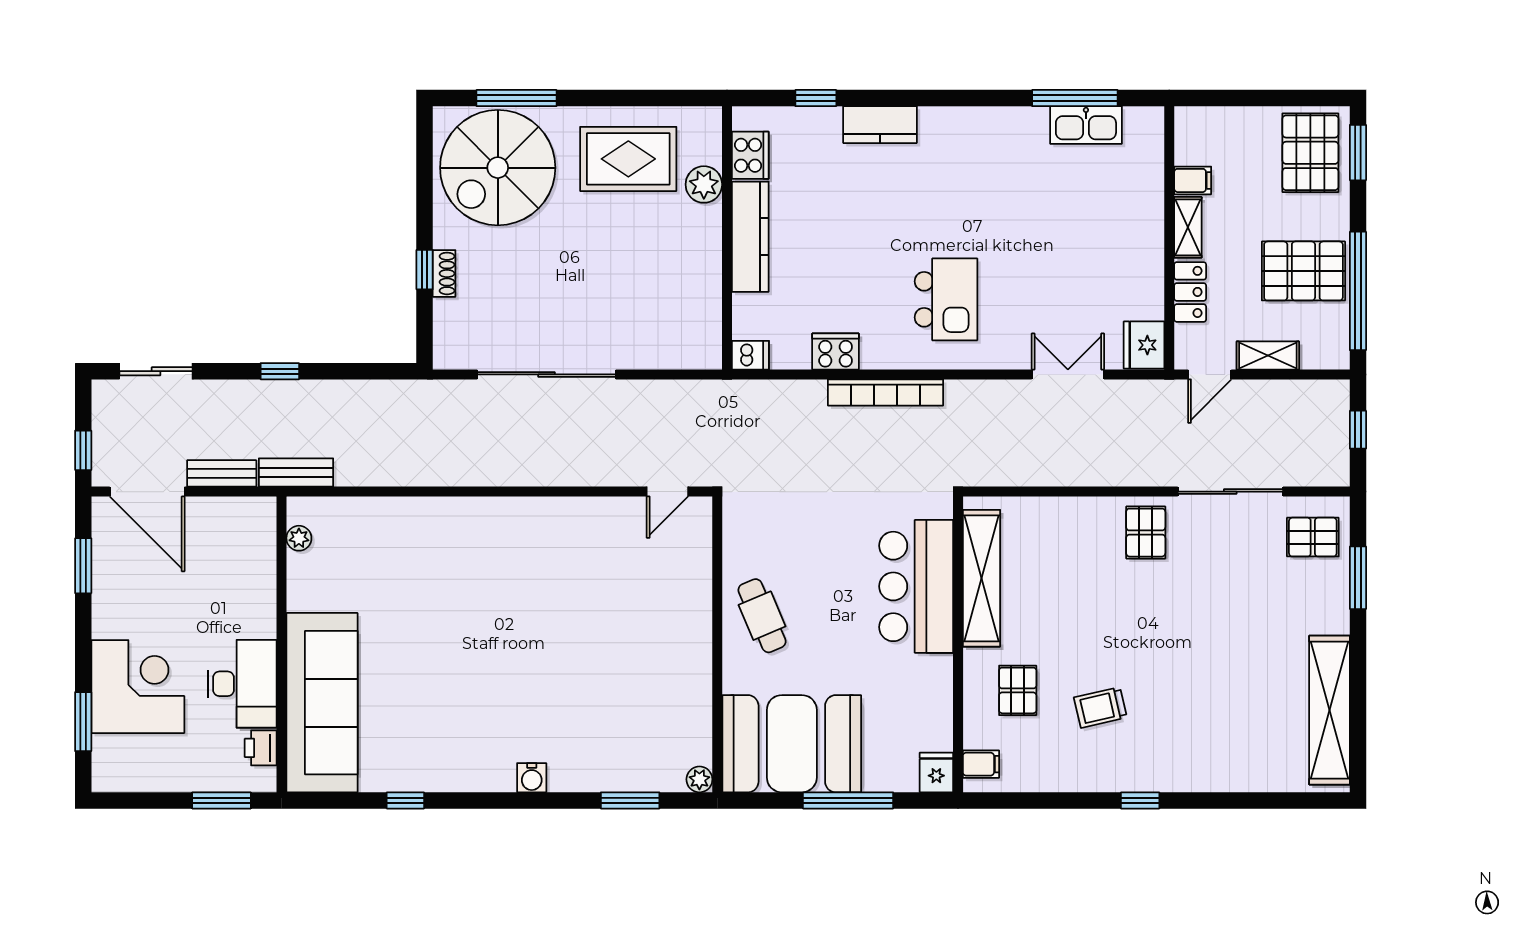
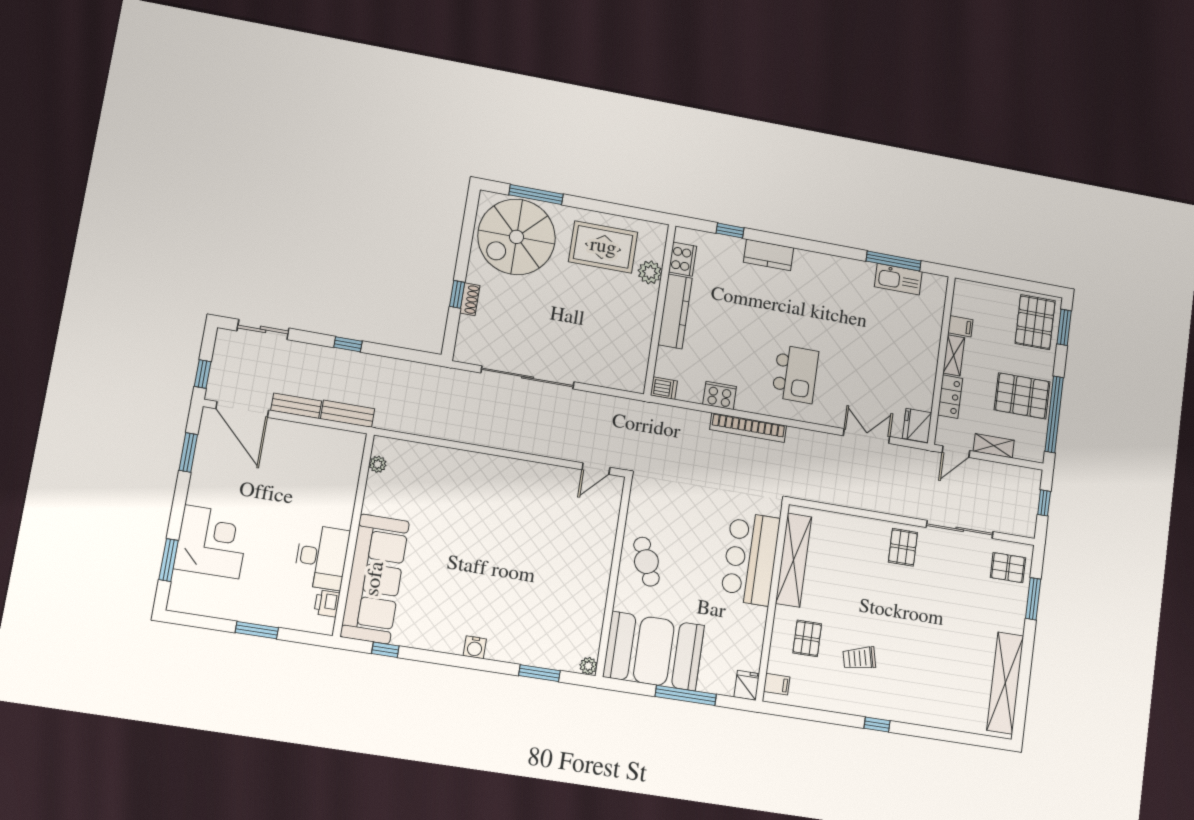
plant: (299, 538) -> (378, 464), moved
wall: (282, 644) -> (354, 534), moved
desk: (242, 684) -> (322, 557), moved
sofa: (322, 703) -> (375, 579), moved
printer: (261, 748) -> (327, 603), moved

